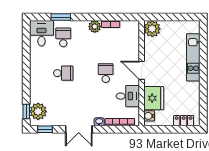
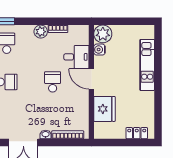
desk: (128, 96) -> (76, 57), moved
water cooler: (149, 116) -> (100, 50), moved

